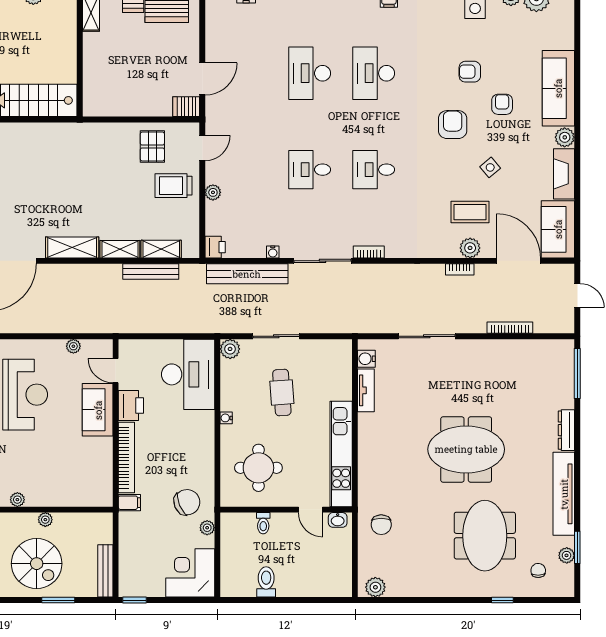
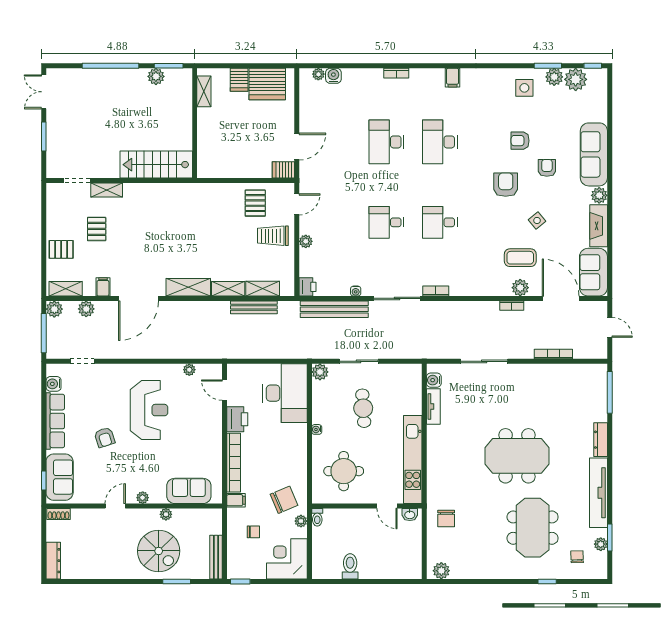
sofa: (98, 410) -> (189, 491), moved, turned 90
toilet: (263, 523) -> (317, 517), moved
chair: (150, 541) -> (253, 532), added

